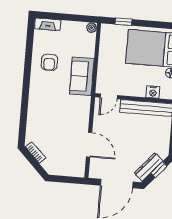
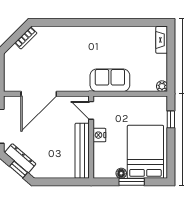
armchair: (49, 62) -> (122, 45), removed
nightstand: (153, 92) -> (99, 135), moved
door: (89, 145) -> (39, 94), width x1.36

